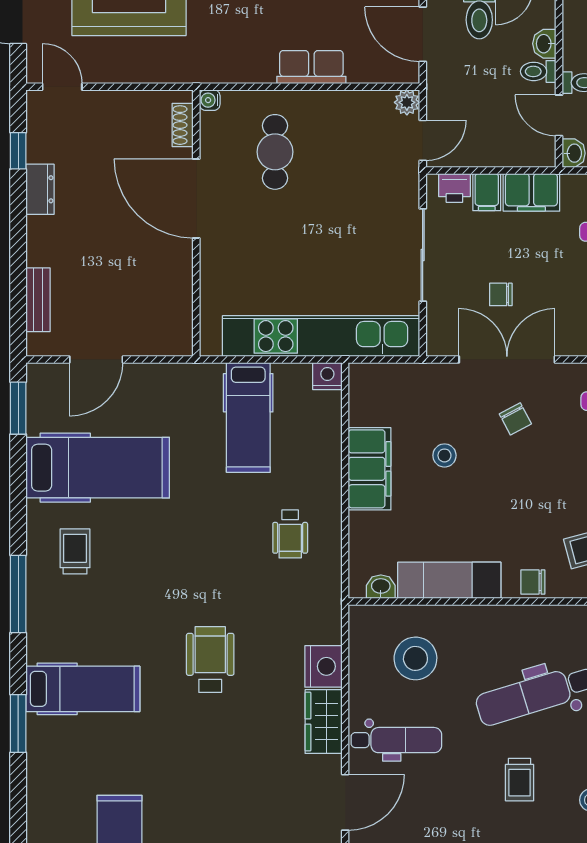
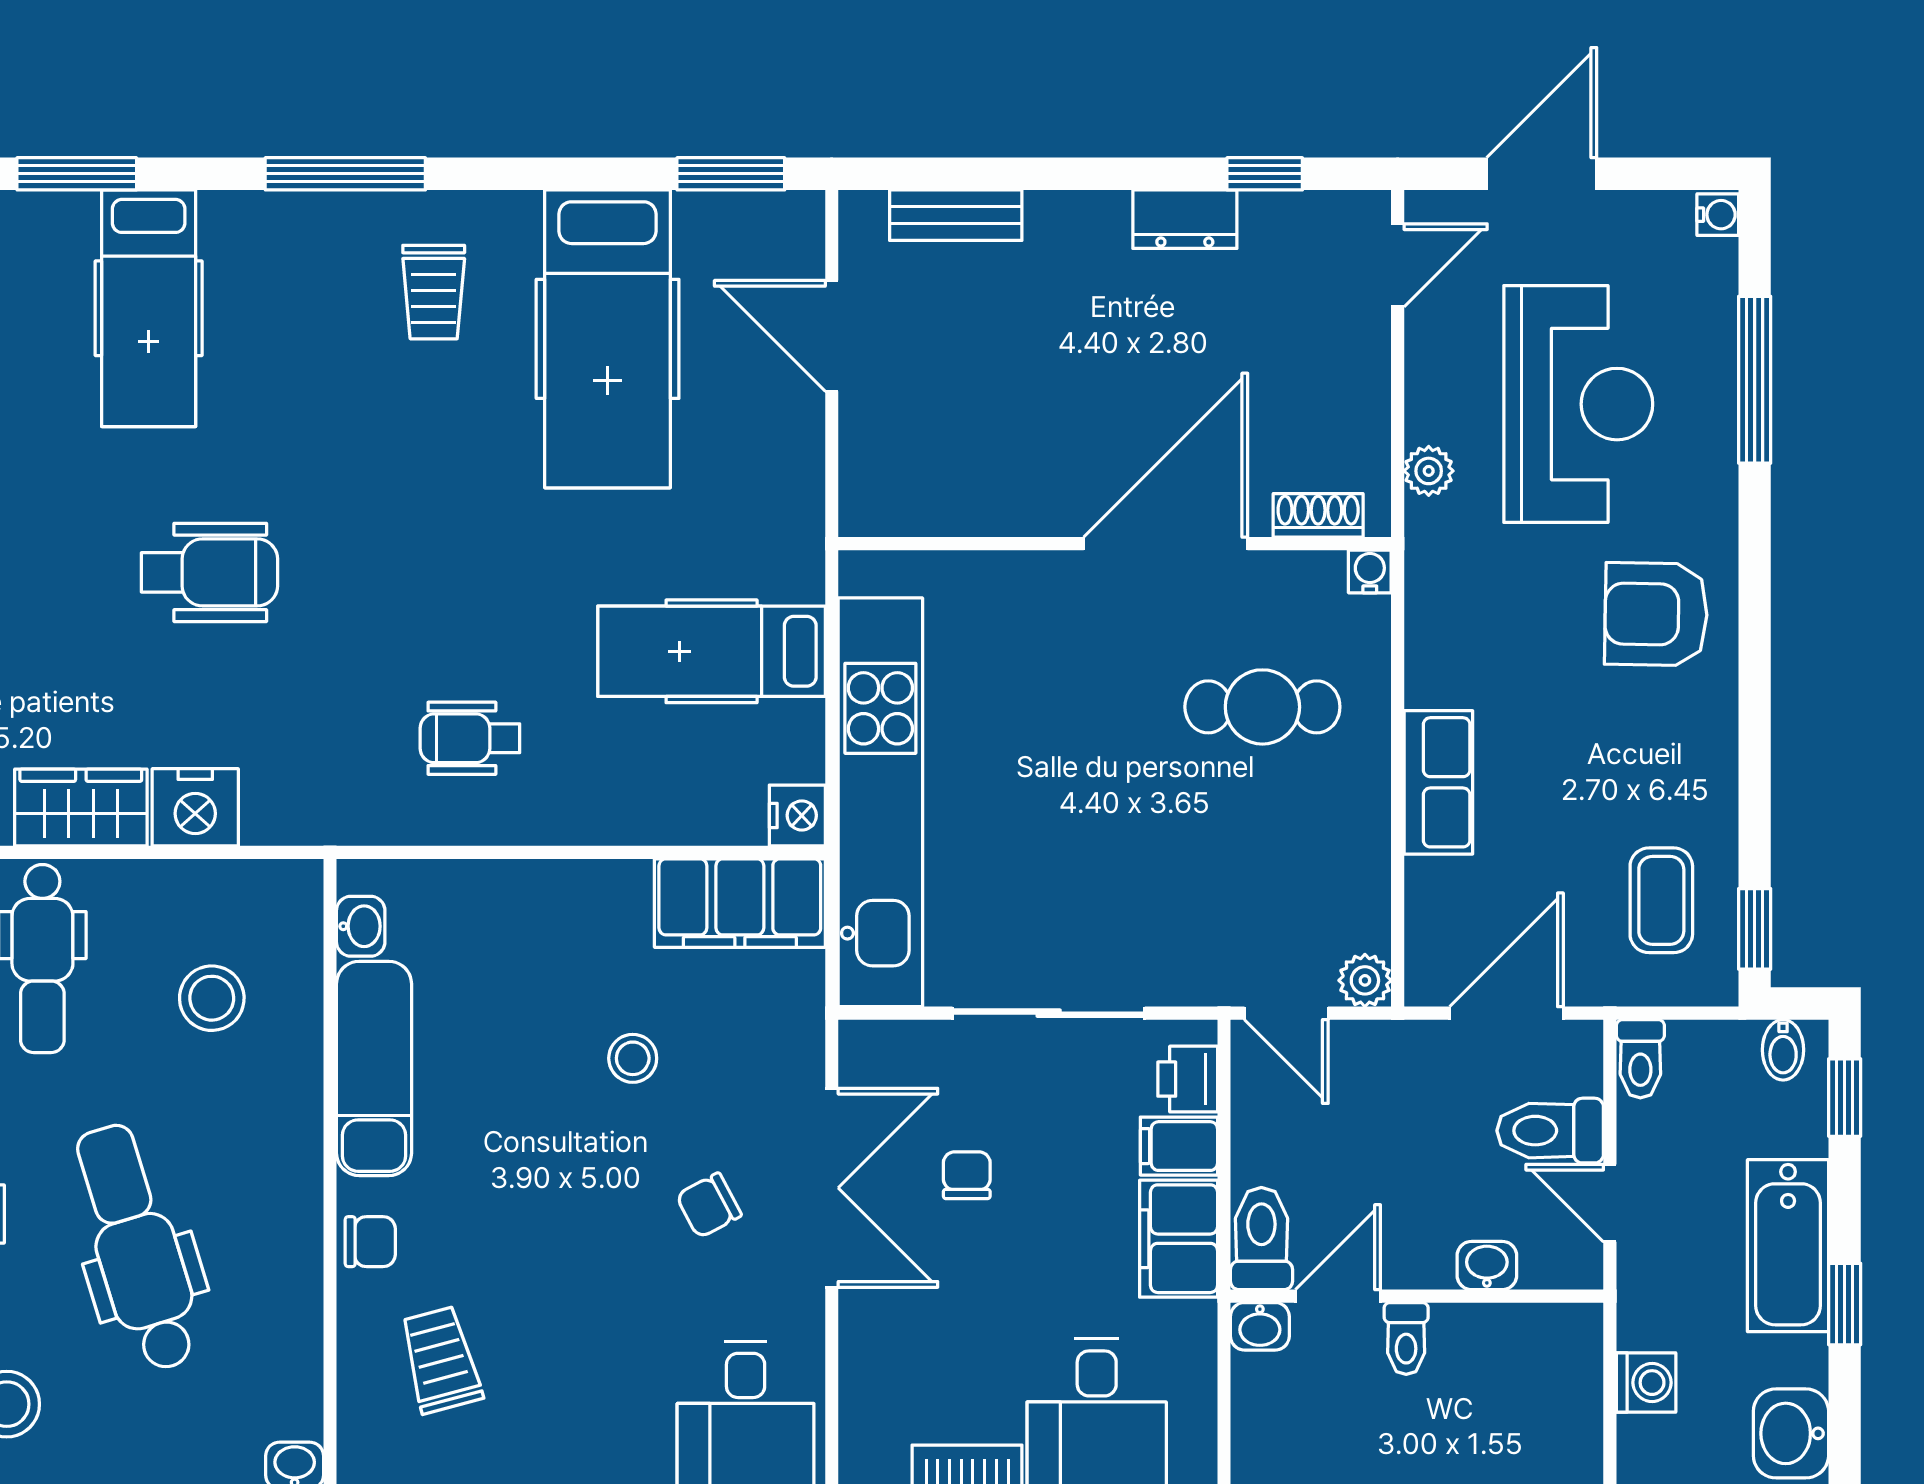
toilet: (538, 71) -> (1261, 1239), moved, width x1.37, depth x1.39
plant: (161, 72) -> (1429, 471), added
filing cabinet: (370, 469) -> (740, 903), moved
trolley: (75, 551) -> (434, 292), turned 90
chair: (533, 582) -> (370, 1242), turned 90
stool: (415, 658) -> (212, 998), width x0.73, depth x0.73

